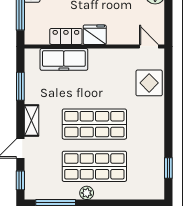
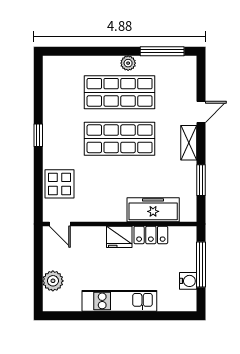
window: (168, 168) -> (38, 135), moved
window: (20, 180) -> (201, 77), removed

